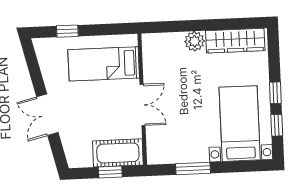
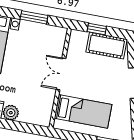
cot: (118, 153) -> (106, 46), moved

